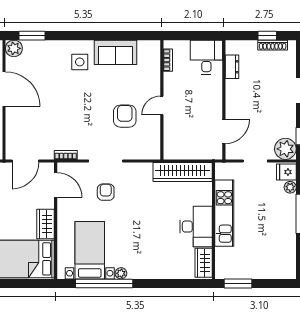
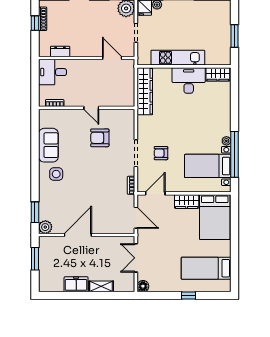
window: (238, 283) -> (234, 36), moved

